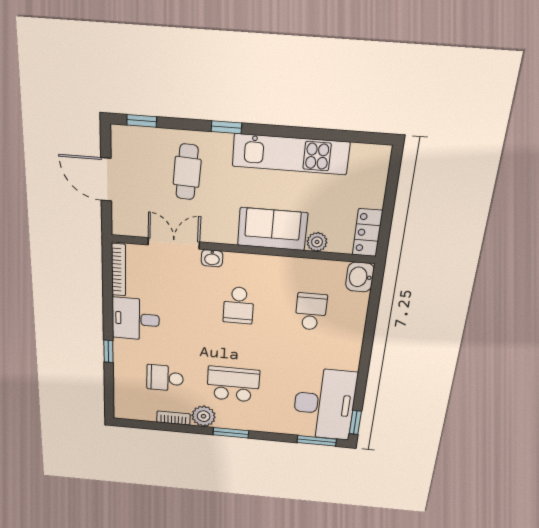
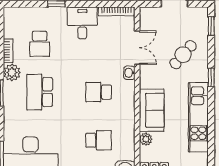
cafe table: (187, 172) -> (183, 55), turned -52
school desk: (165, 378) -> (40, 44), turned 180
school desk: (233, 384) -> (40, 92), turned 180

